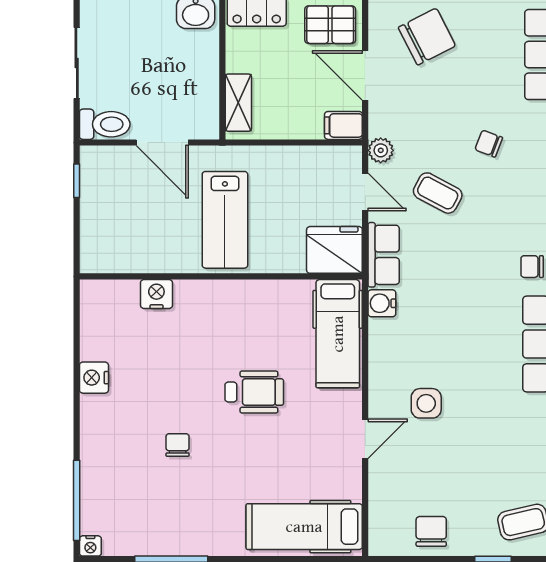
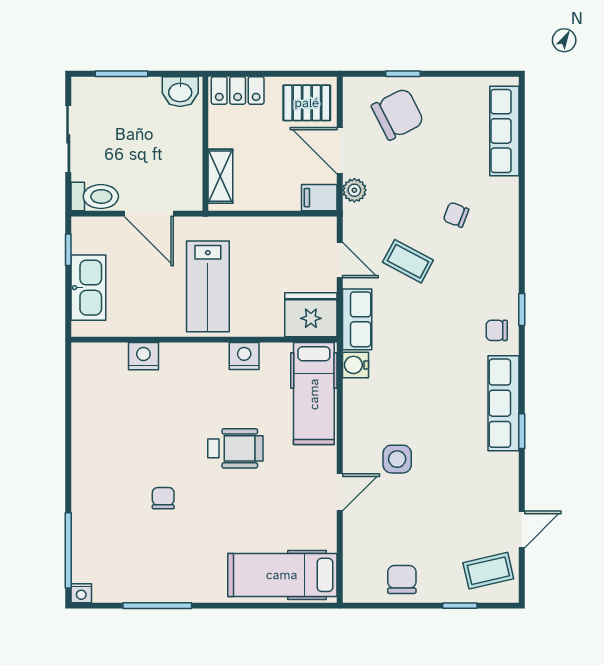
plant: (381, 150) -> (354, 190), moved
kitchen sink: (98, 221) -> (88, 288), added
nightstand: (94, 378) -> (244, 356), moved, turned 90

